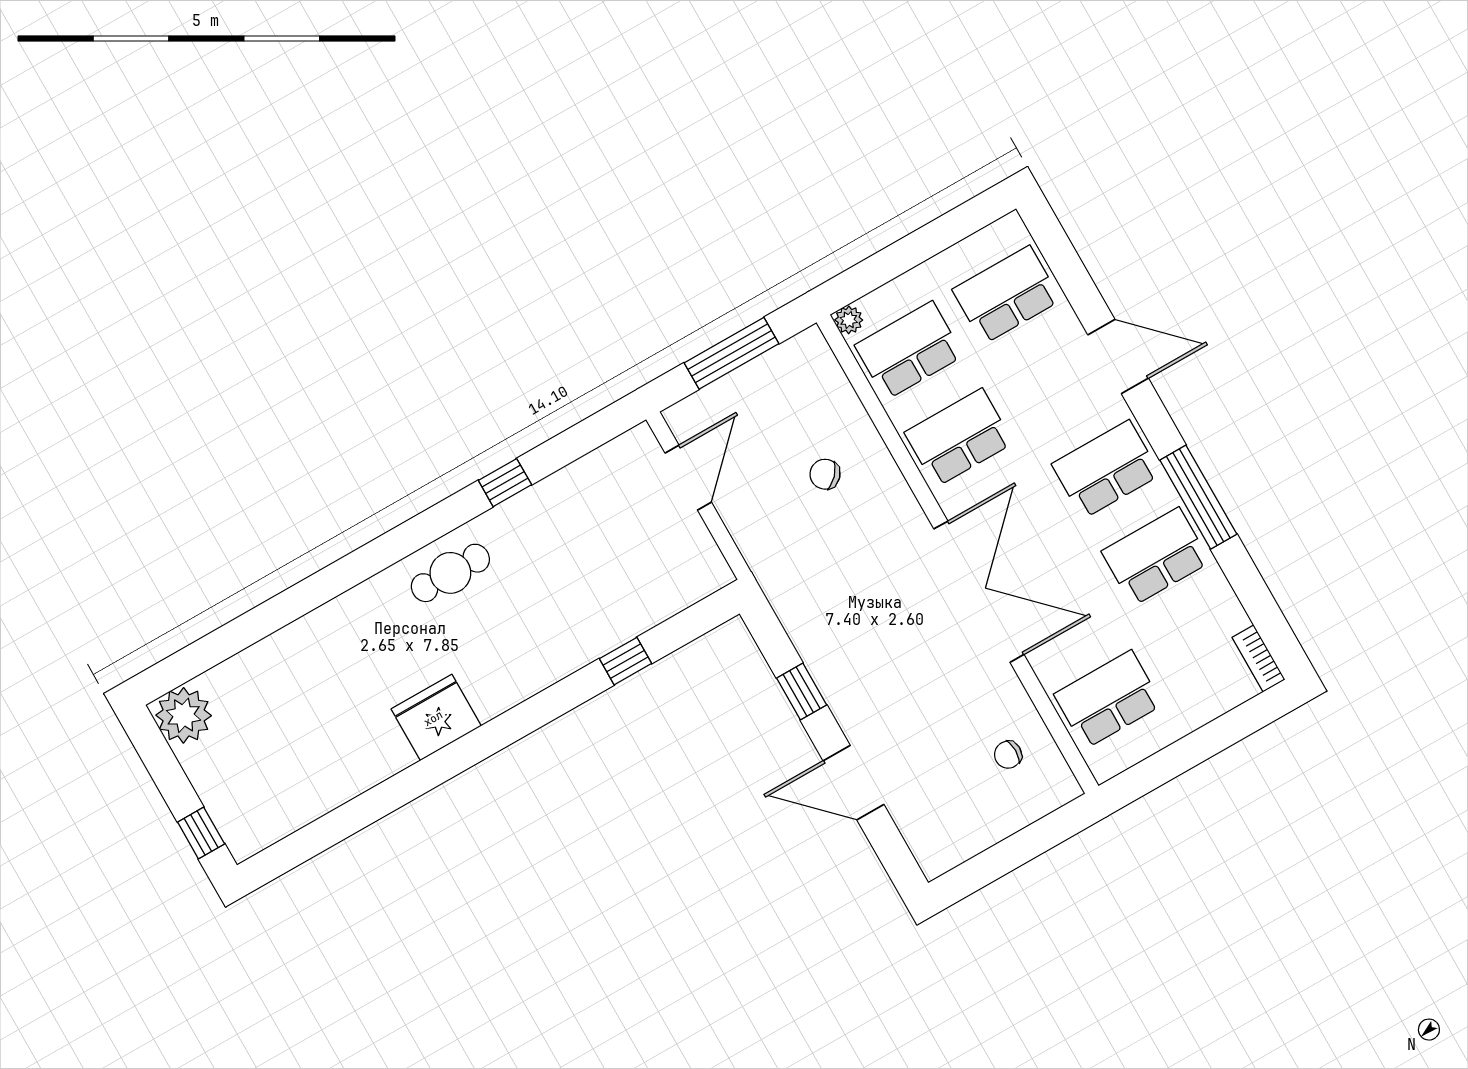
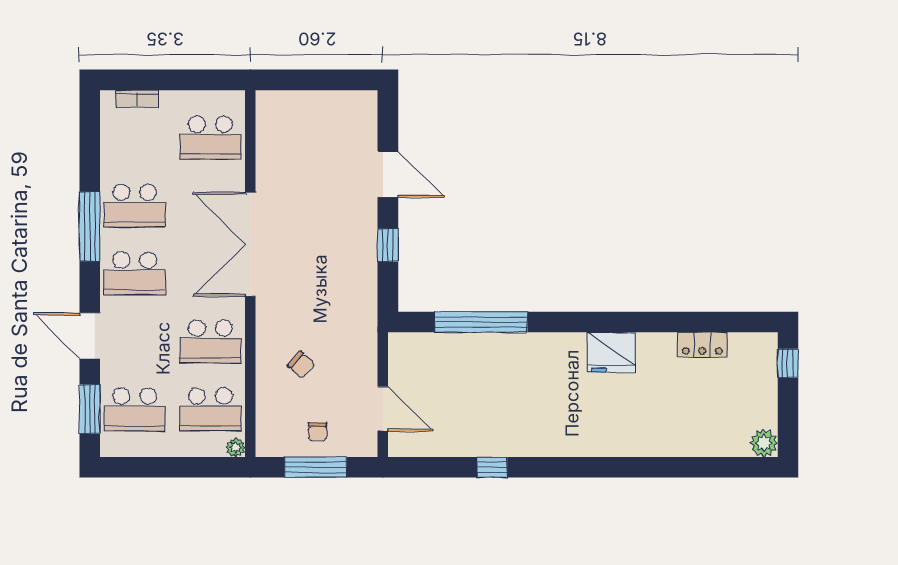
window: (1064, 262) -> (90, 409), added
door: (688, 478) -> (383, 409), swing flipped
cafe table: (450, 573) -> (554, 432), removed
bookcase: (1258, 658) -> (137, 99), moved, turned 90
window: (626, 661) -> (481, 322), width x3.17
plant: (184, 715) -> (764, 443), width x0.73, depth x0.73
chair: (1008, 755) -> (318, 432), moved, turned 90
locker: (325, 794) -> (702, 345), added

